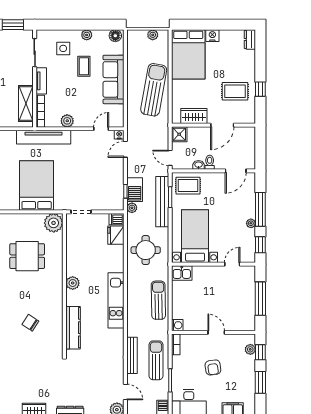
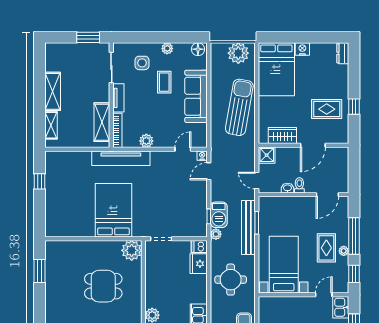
plant: (153, 35) -> (238, 53), width x1.87, depth x1.87
rug: (188, 186) -> (326, 248), moved, turned 90
kitchen sink: (182, 273) -> (341, 307), moved, turned 90

